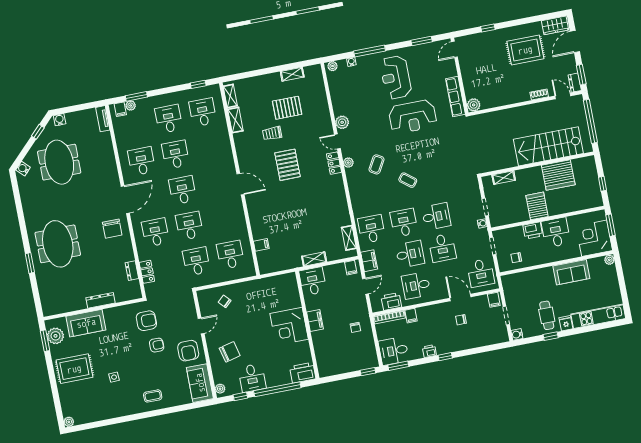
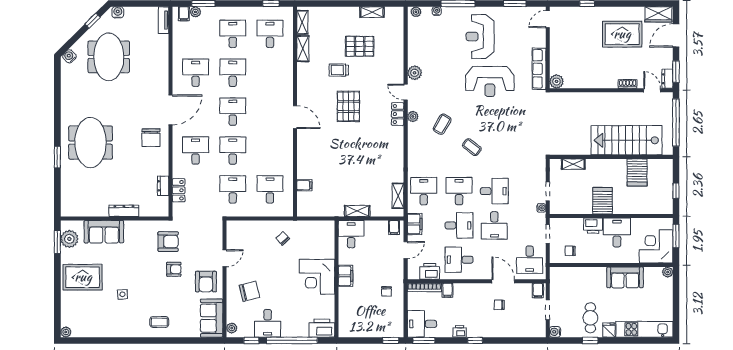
server rack: (558, 175) -> (637, 172), width x0.62
chair: (225, 301) -> (283, 238), moved

